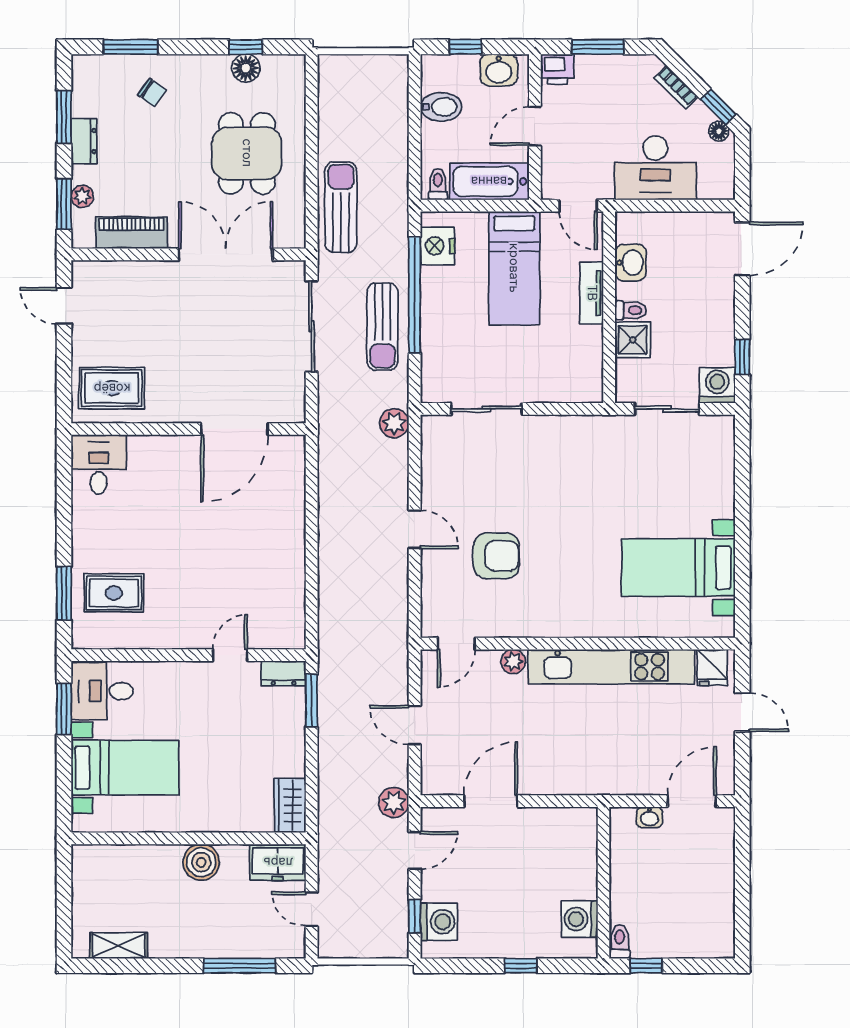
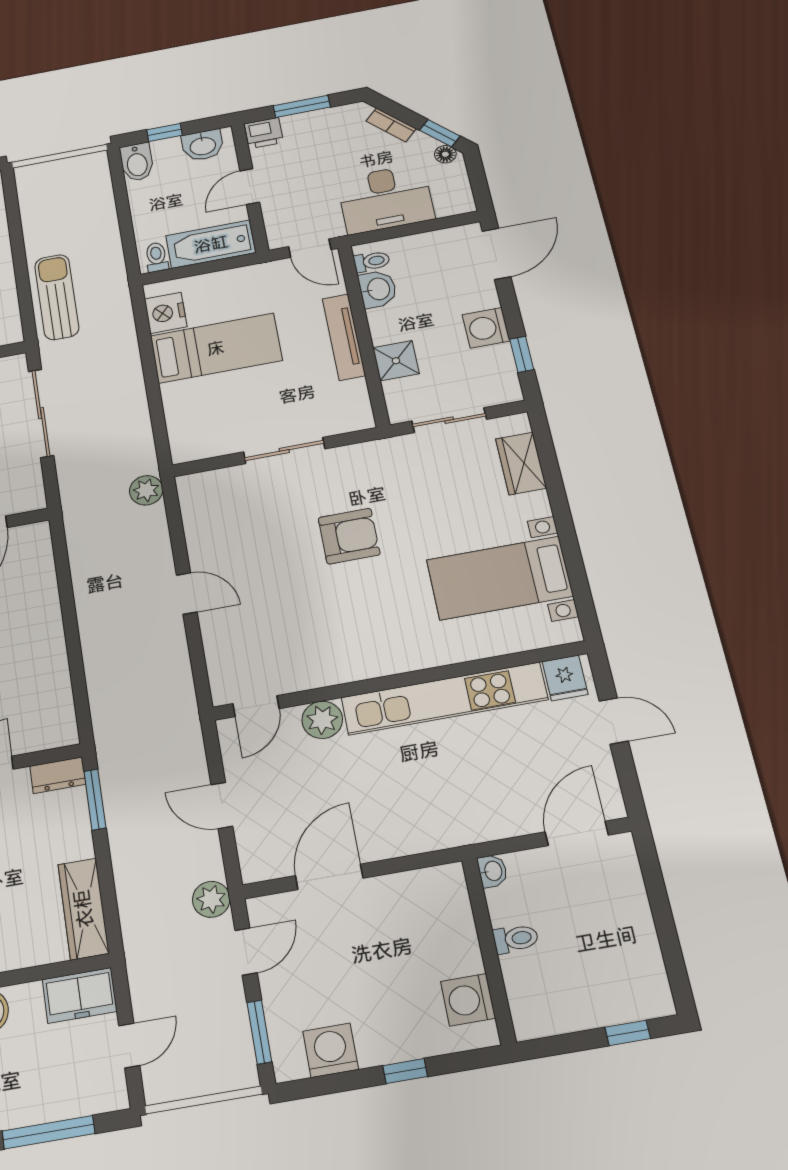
bidet: (441, 107) -> (137, 162), moved, turned 90
bed: (514, 268) -> (216, 348), moved, turned -90
tv unit: (592, 293) -> (344, 337), width x1.41
window: (415, 295) -> (149, 363), removed
toilet: (631, 310) -> (372, 261), moved
sun lounger: (382, 327) -> (118, 399), removed
washing machine: (717, 385) -> (486, 328), moved, turned -90
sliding door: (487, 409) -> (284, 450), moved
wardrobe: (719, 464) -> (521, 463), added
armchair: (496, 556) -> (349, 536), moved
plant: (513, 662) -> (322, 720), width x1.38, depth x1.38
wardrobe: (290, 805) -> (83, 909), width x1.50
washbasin: (649, 817) -> (493, 871), moved, turned -90
door: (312, 909) -> (129, 1046), swing flipped
window: (415, 916) -> (259, 1032), width x1.50
washing machine: (439, 922) -> (331, 1050), moved, turned -90
toilet: (620, 942) -> (516, 939), moved, turned 90
window: (646, 966) -> (628, 1033), moved

